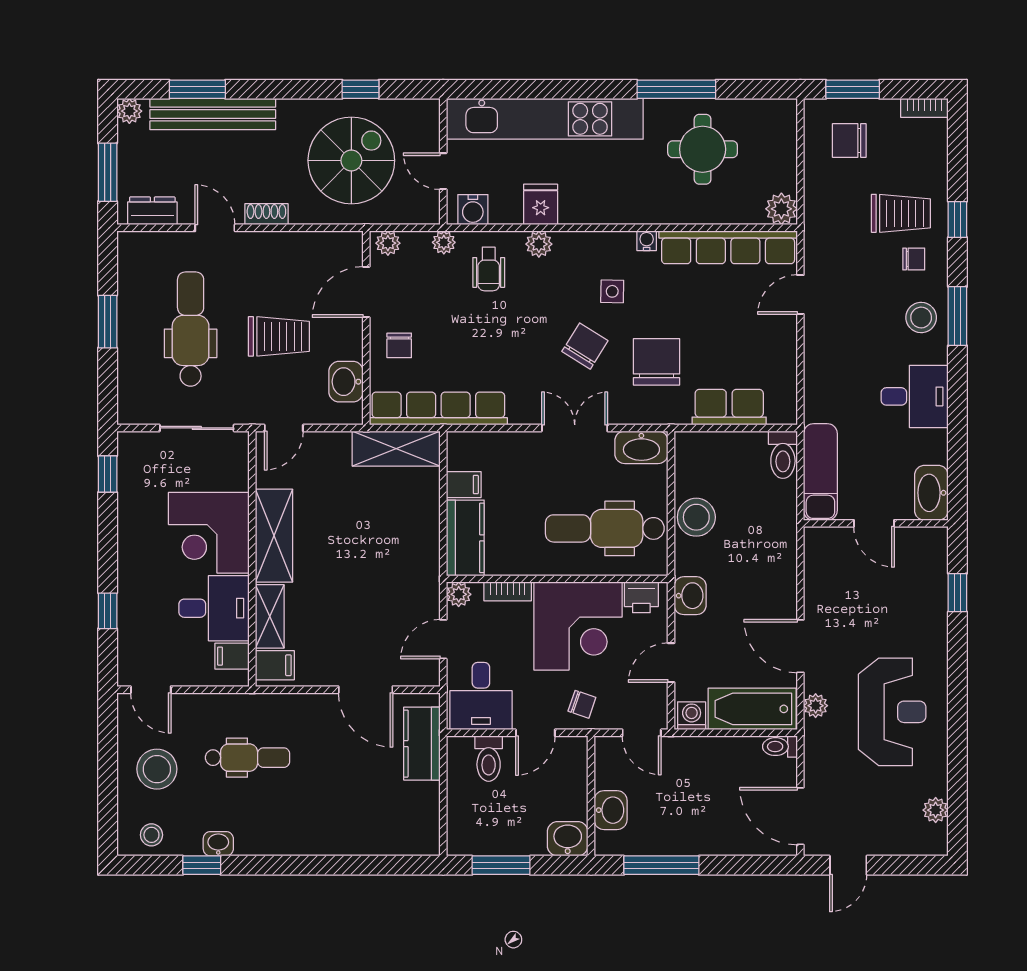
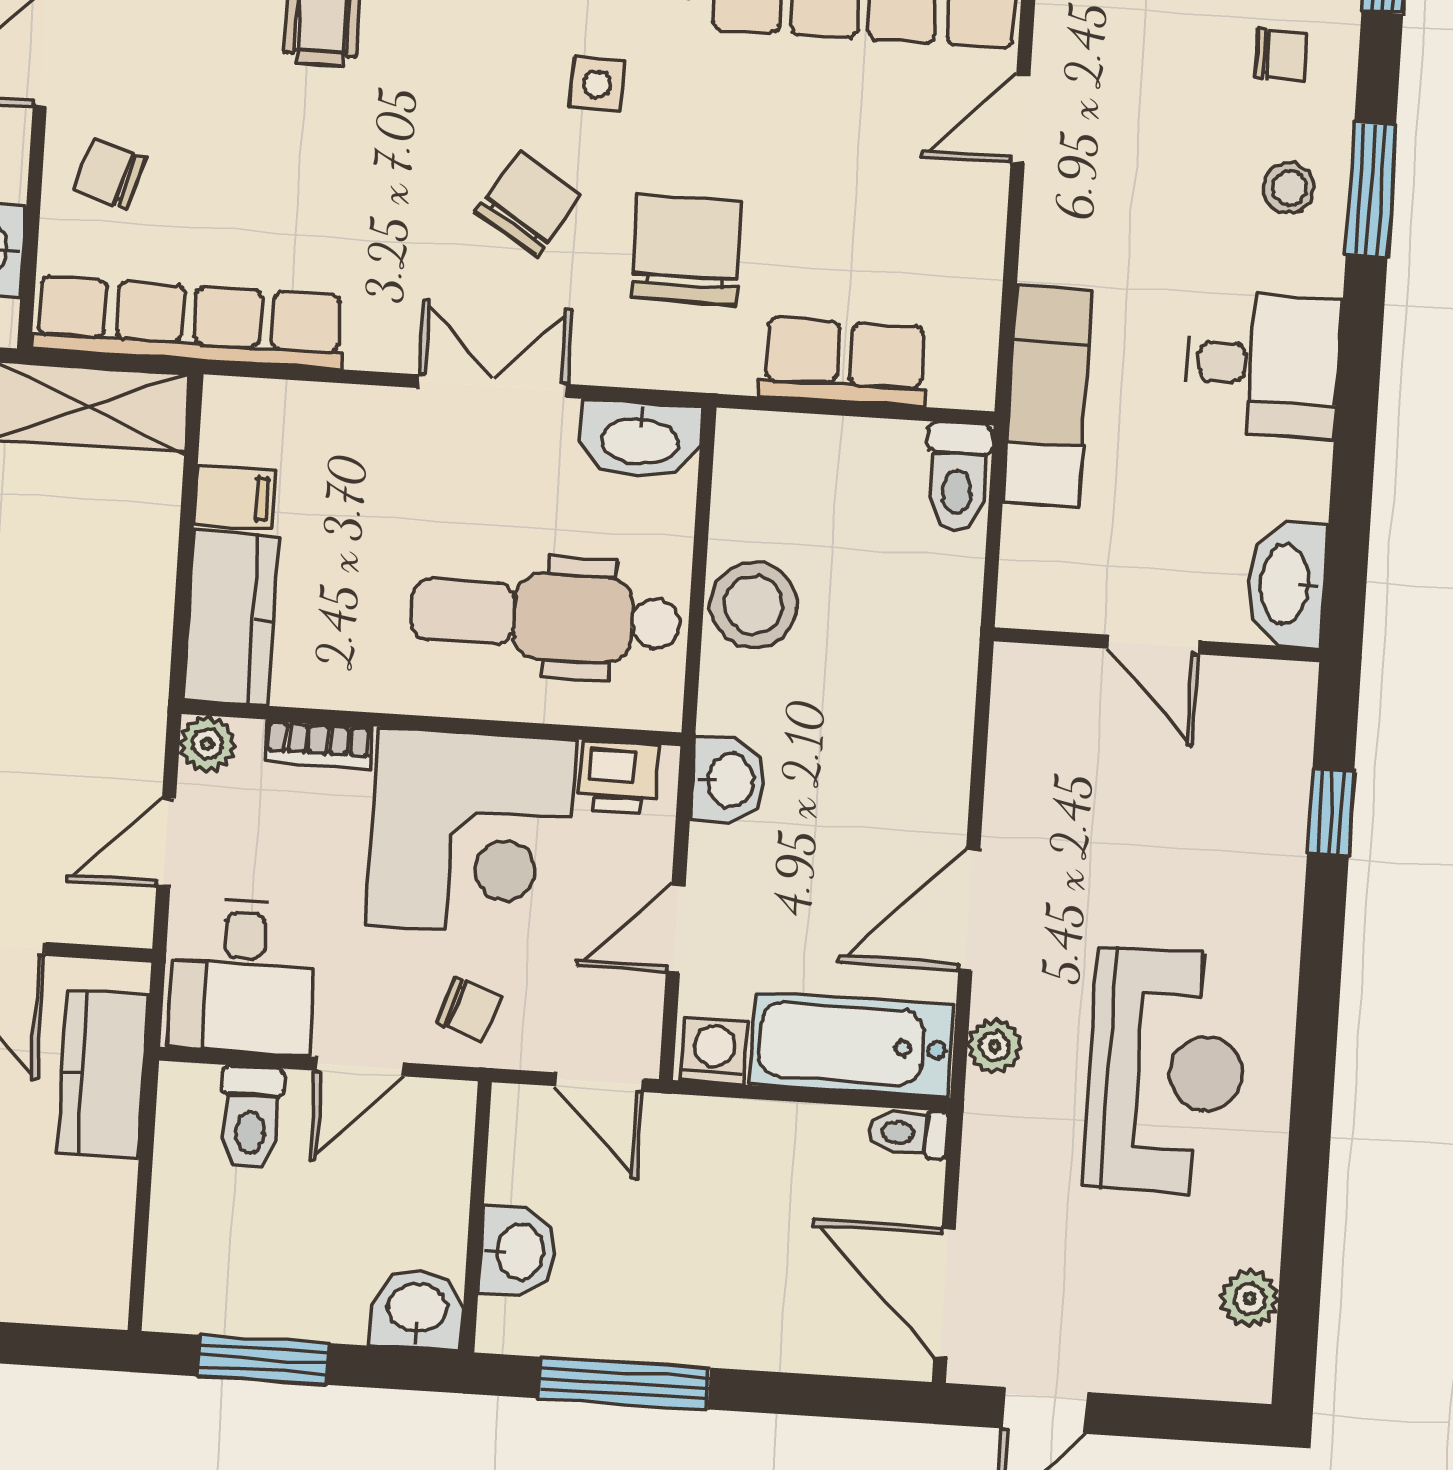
stool: (921, 318) -> (1289, 188), width x0.73, depth x0.73
chair: (399, 345) -> (110, 175), turned 107
exam couch: (820, 472) -> (1048, 396), moved
door: (800, 646) -> (969, 910), hinge flipped

